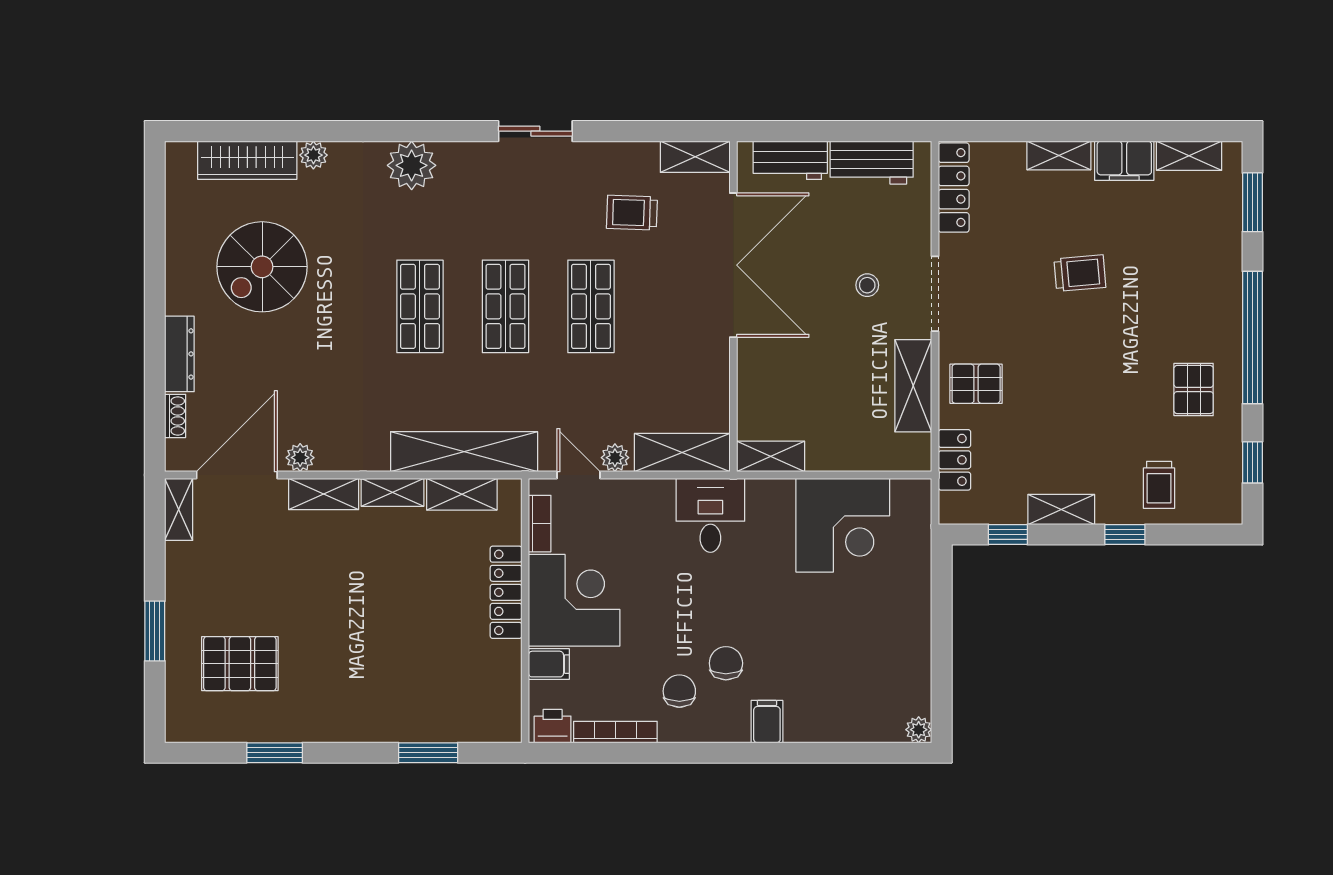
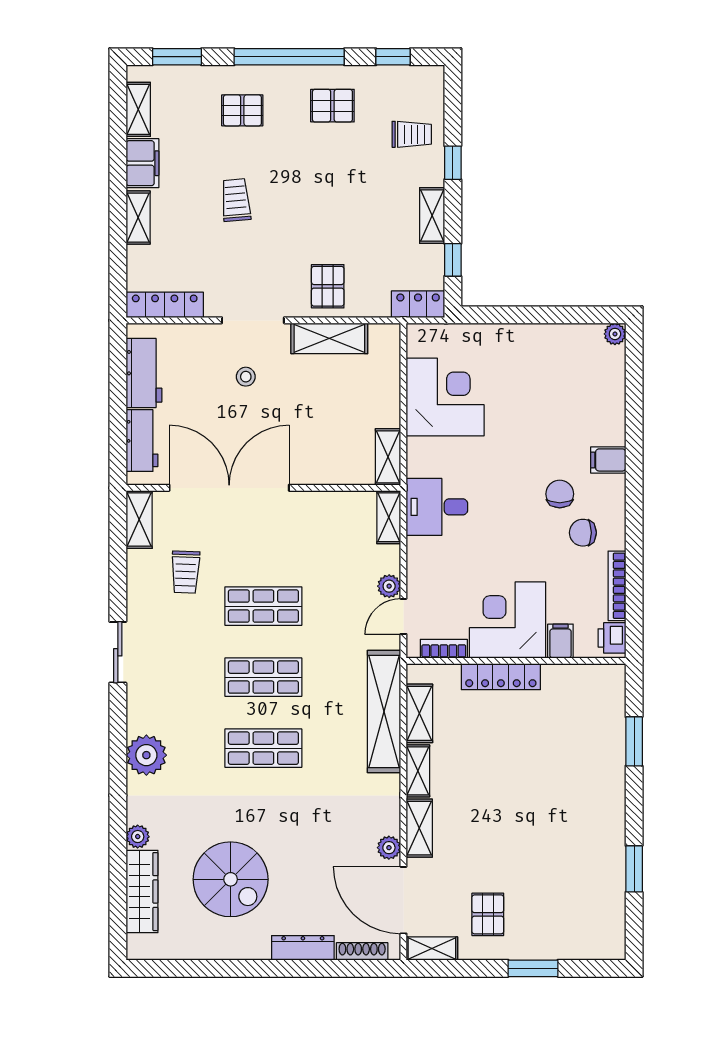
pallet: (1188, 281) -> (242, 110), added
shoe rack: (175, 416) -> (362, 951), width x1.43
shelving: (682, 453) -> (389, 517), width x0.67, depth x0.75
locker: (955, 460) -> (418, 304), moved
chair: (726, 663) -> (560, 494), turned 90
pallet: (240, 664) -> (488, 914), moved, width x0.67, depth x0.71

